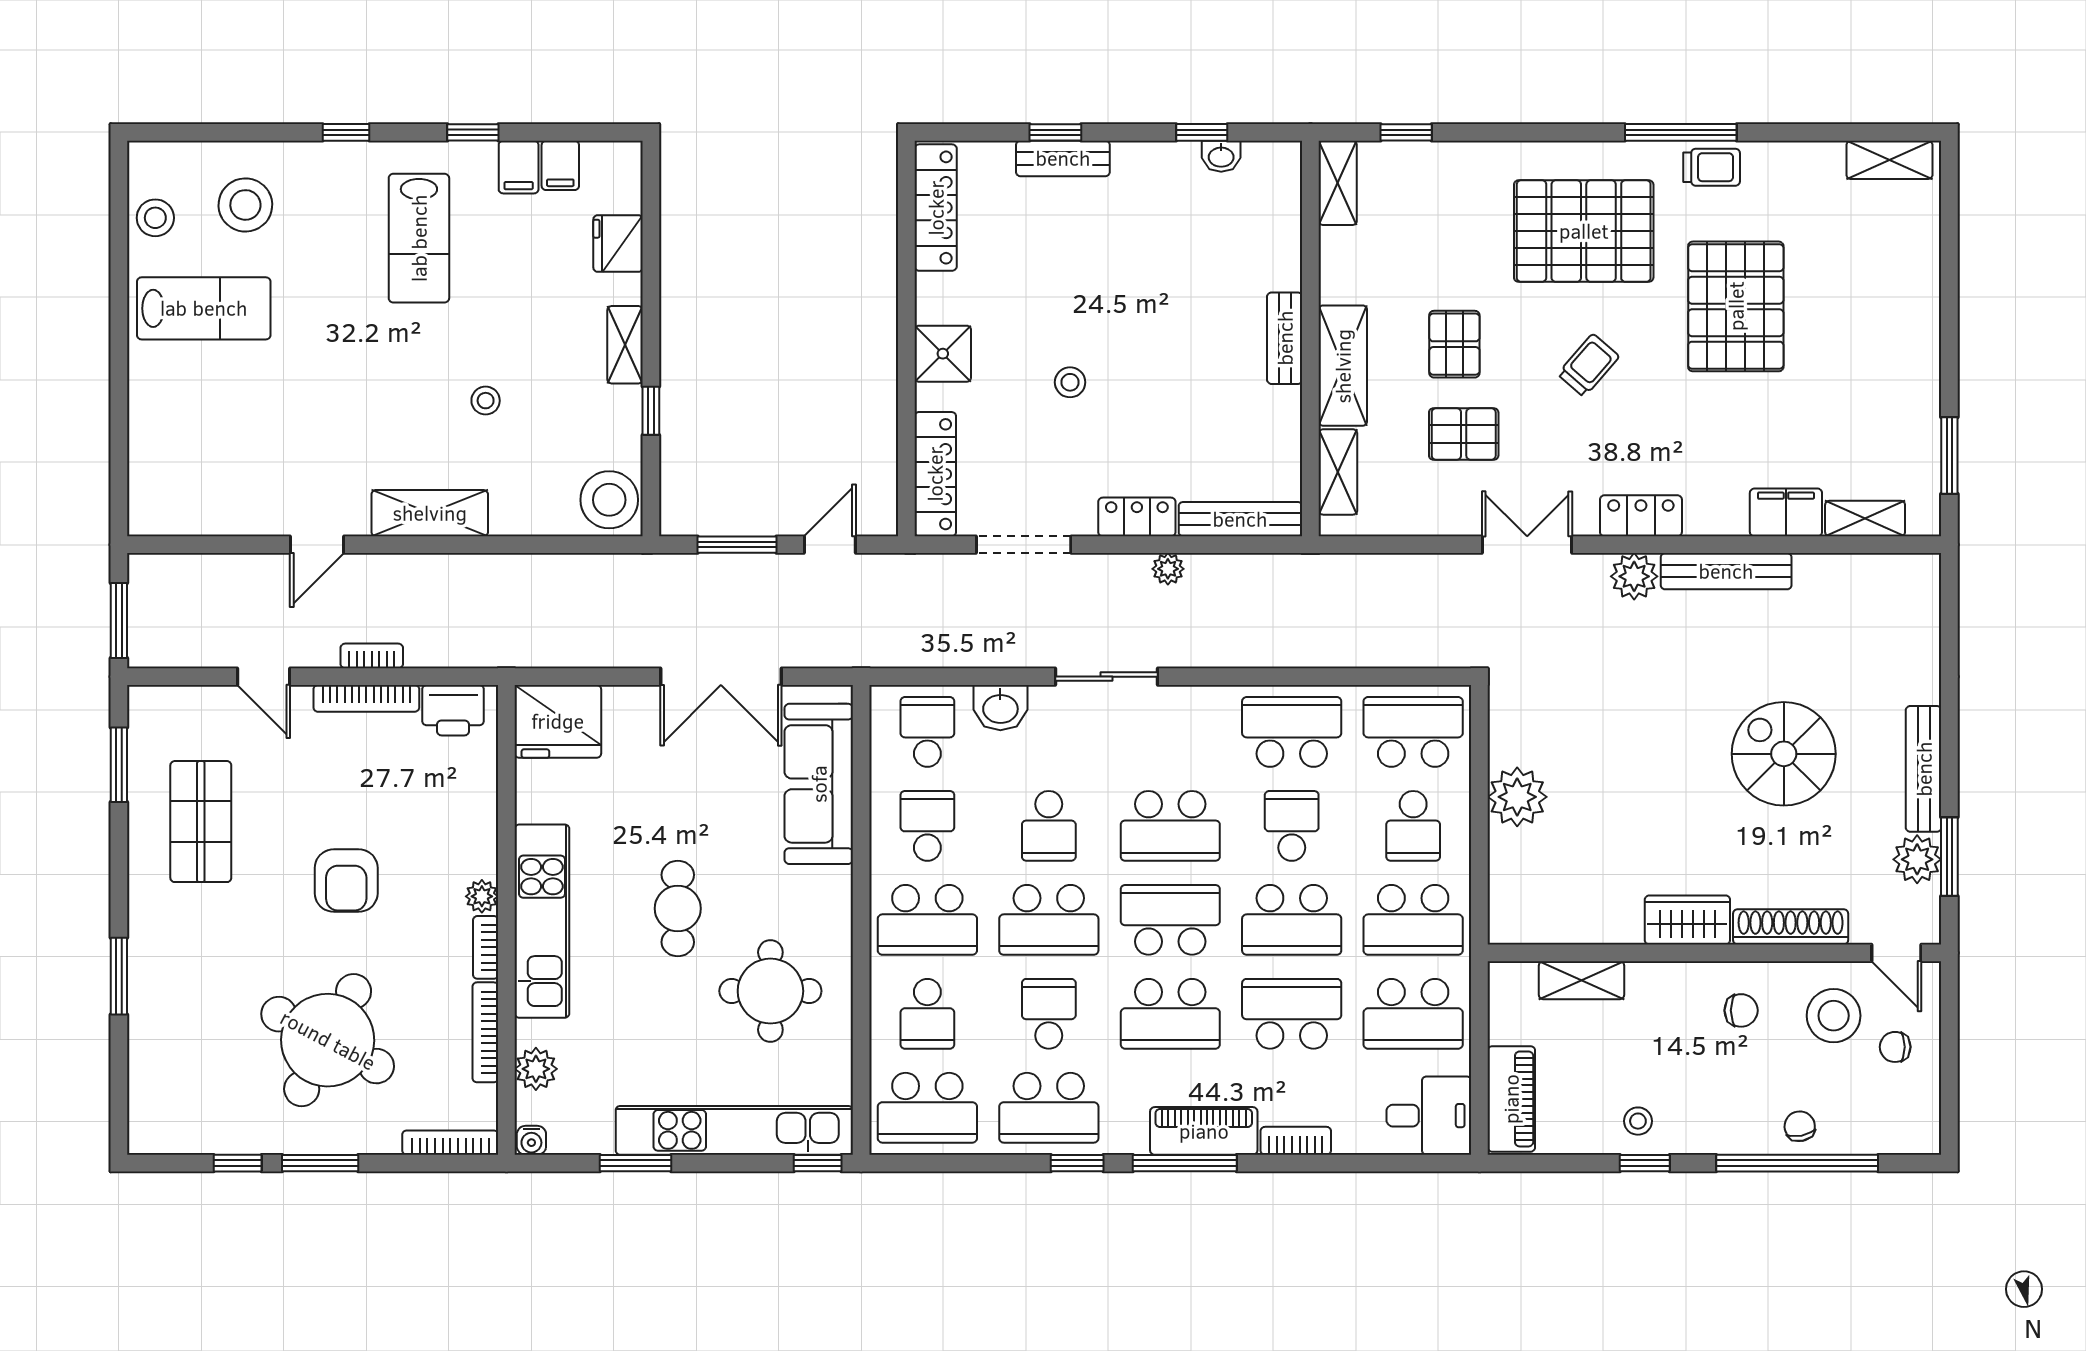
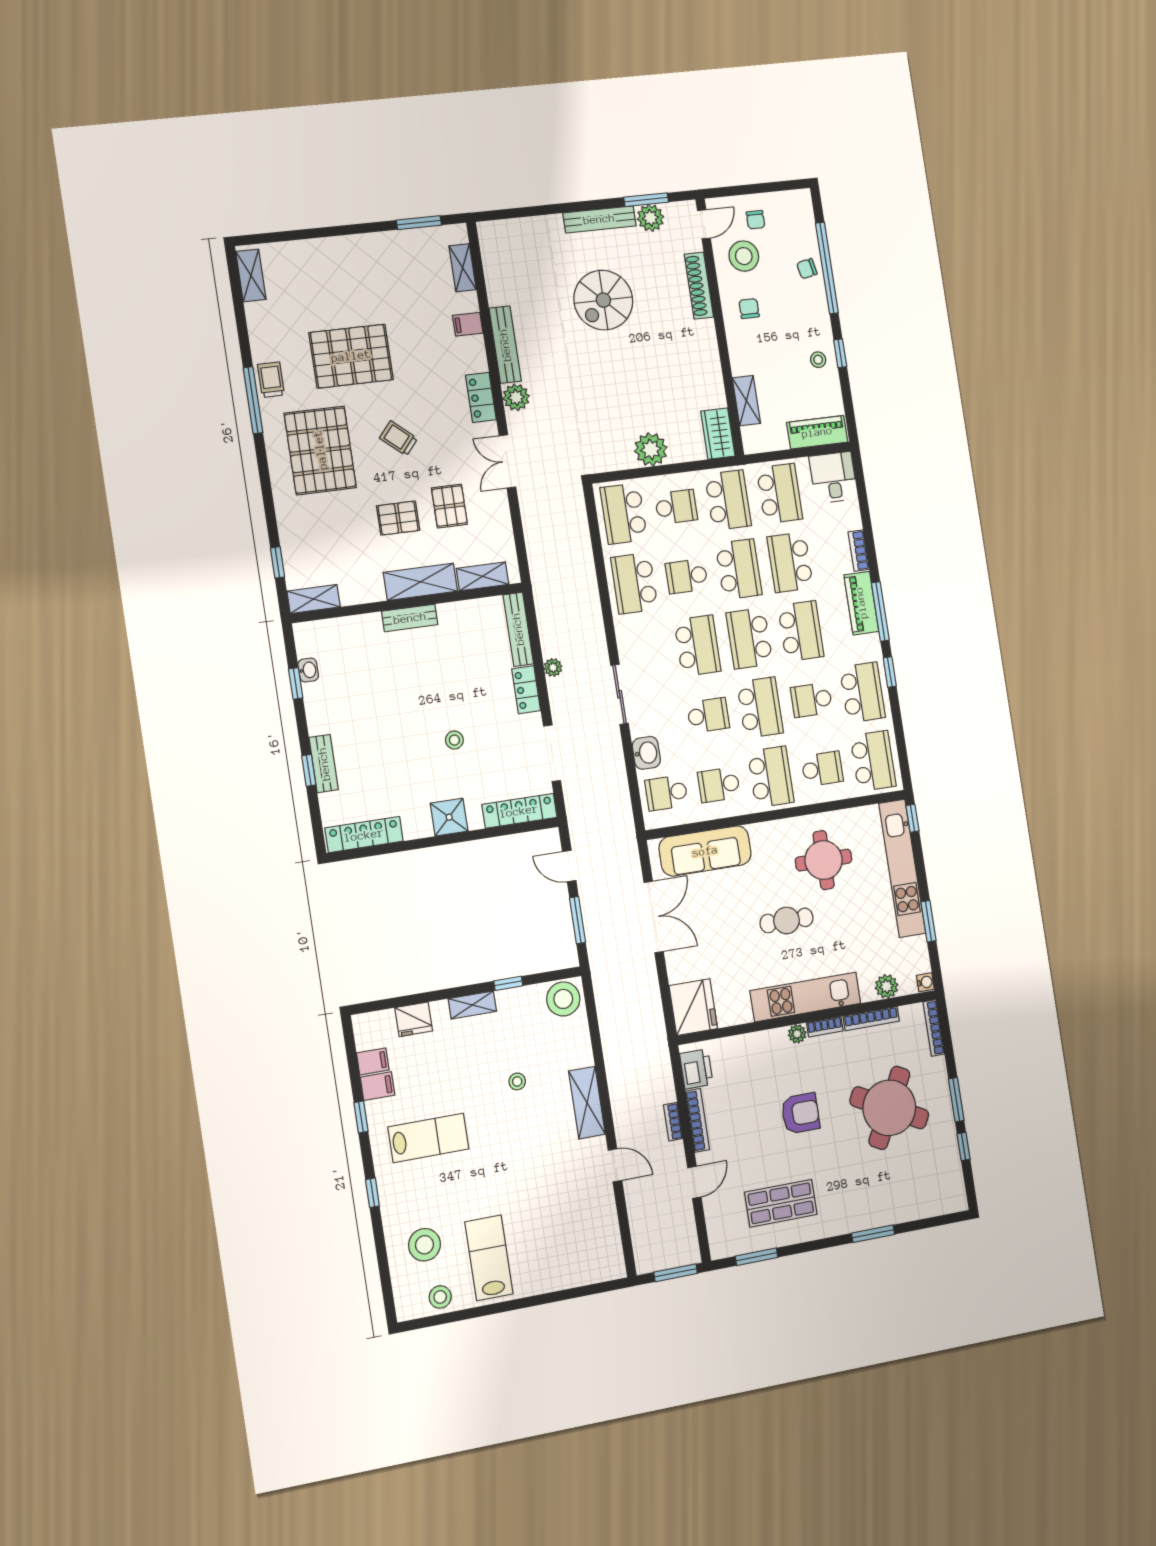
filing cabinet: (1786, 512) -> (468, 324), width x0.50
wardrobe: (1687, 920) -> (718, 434), moved

